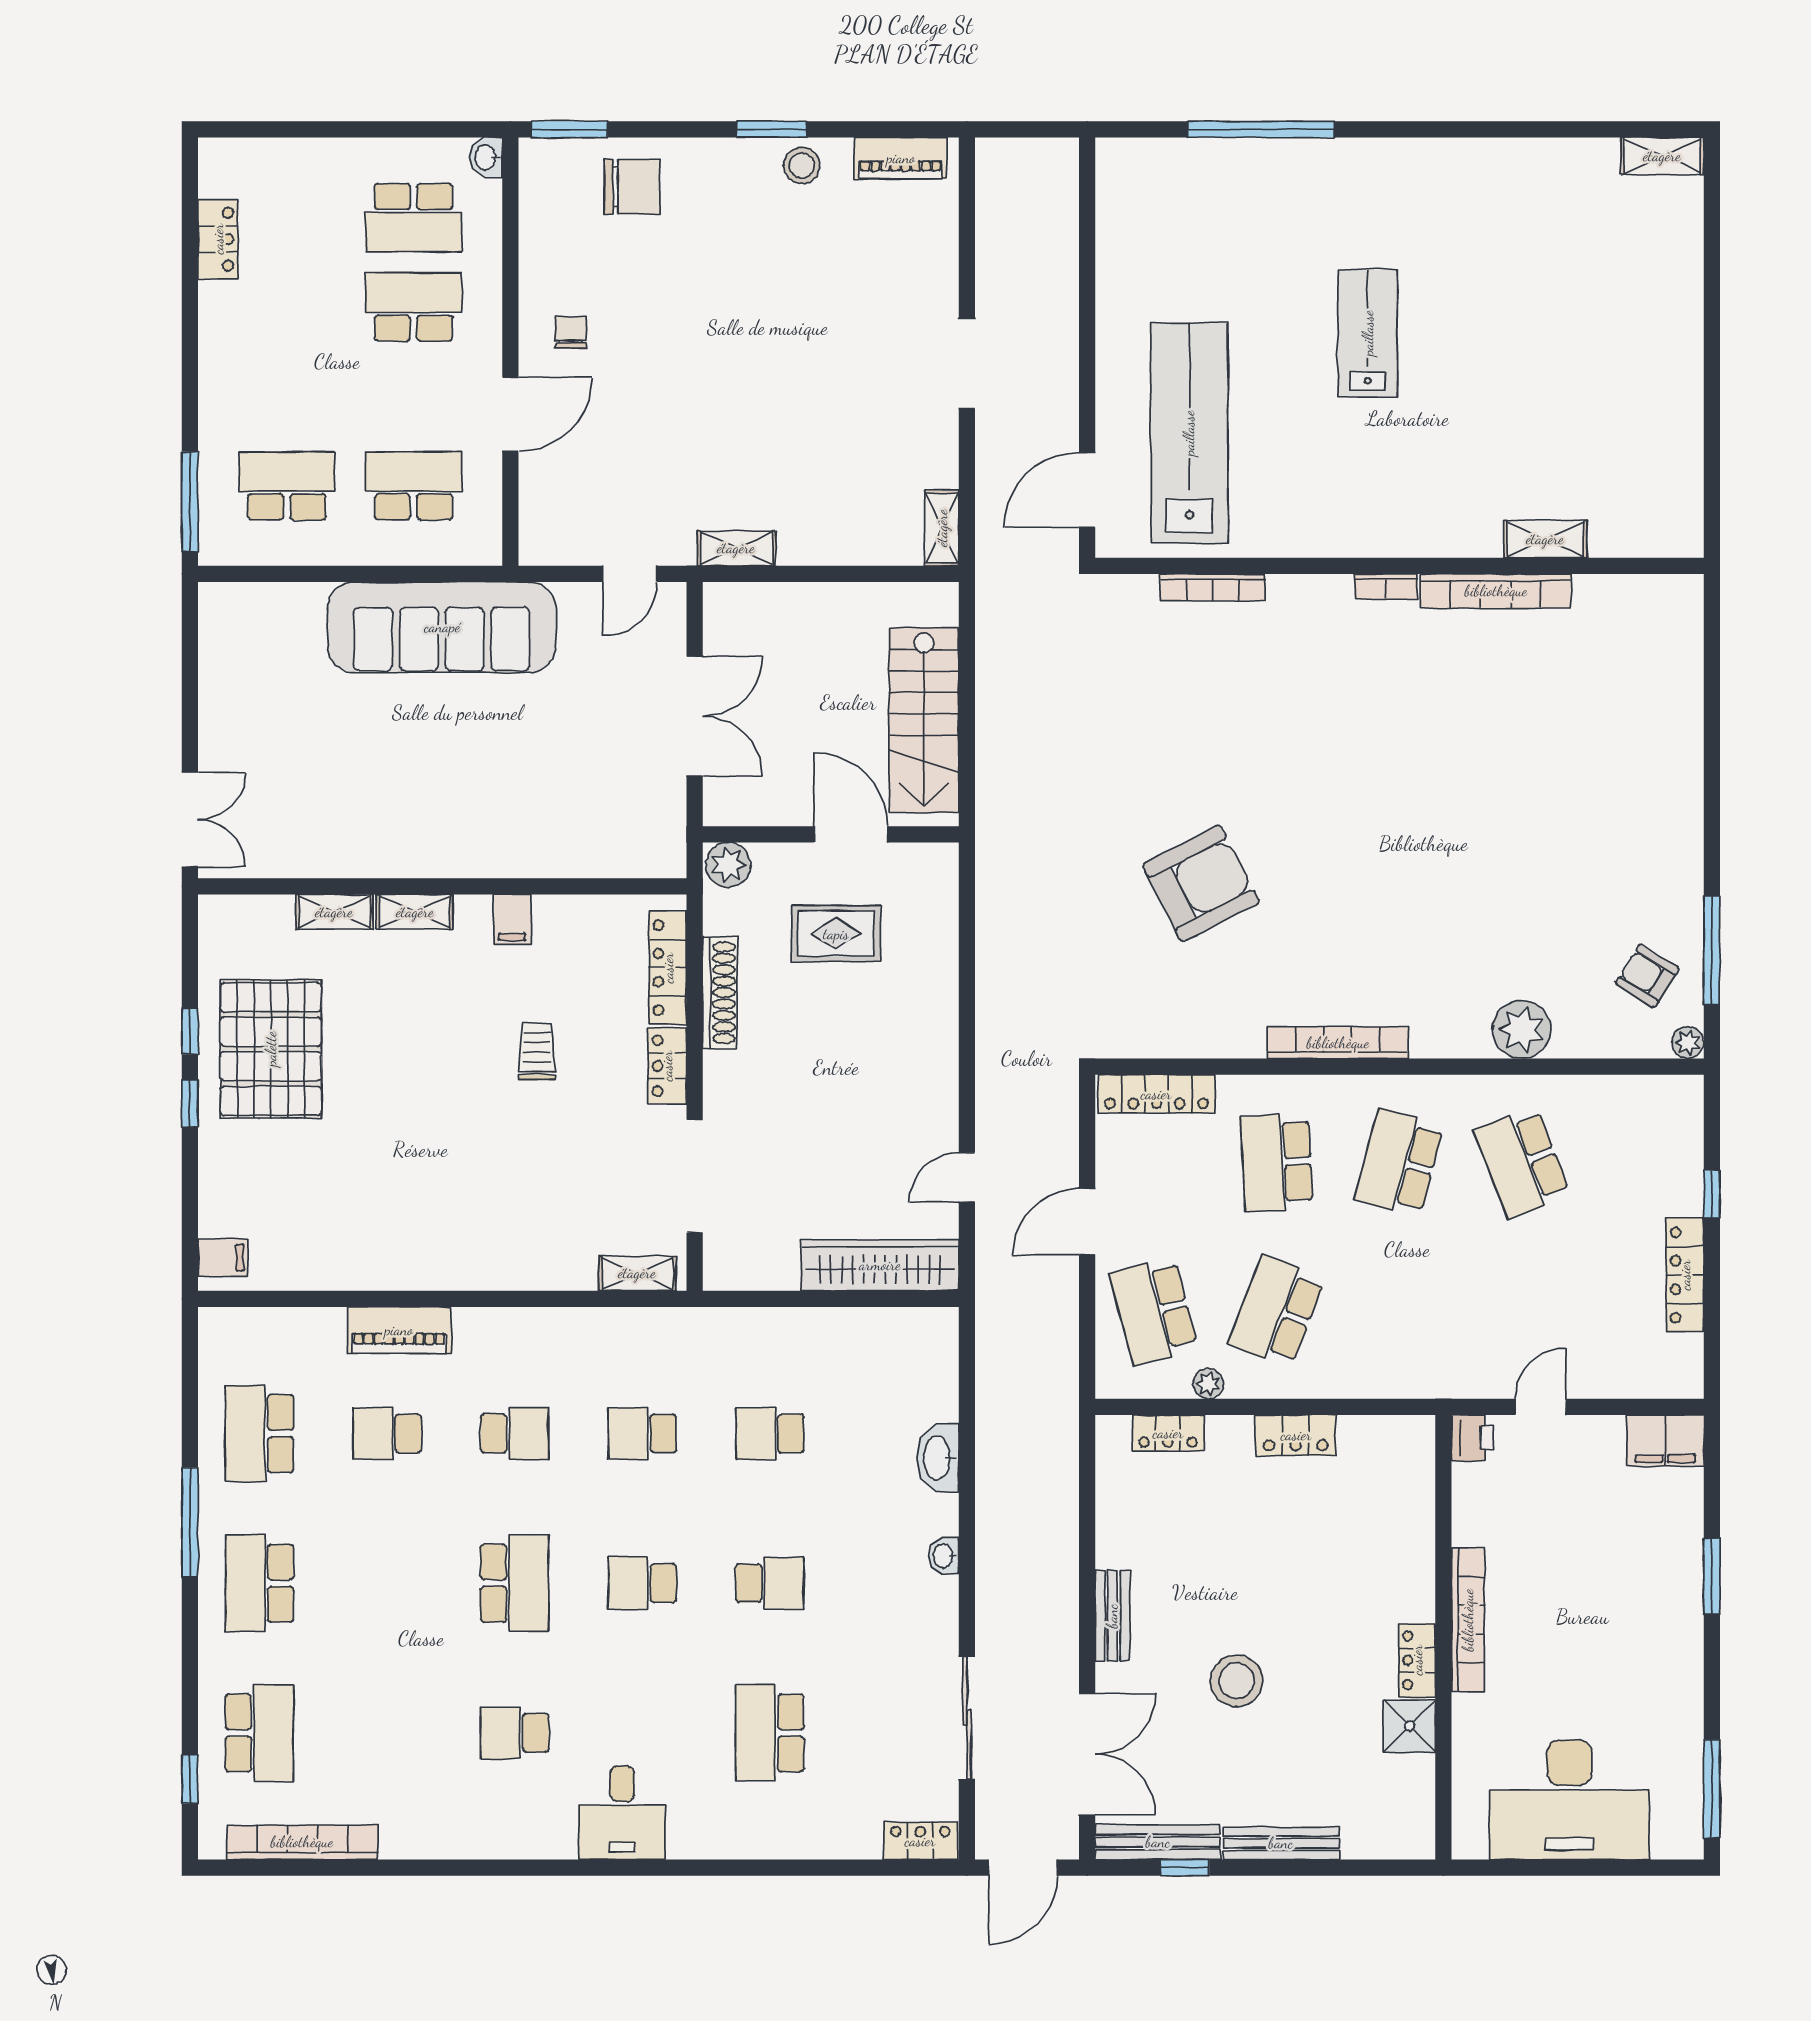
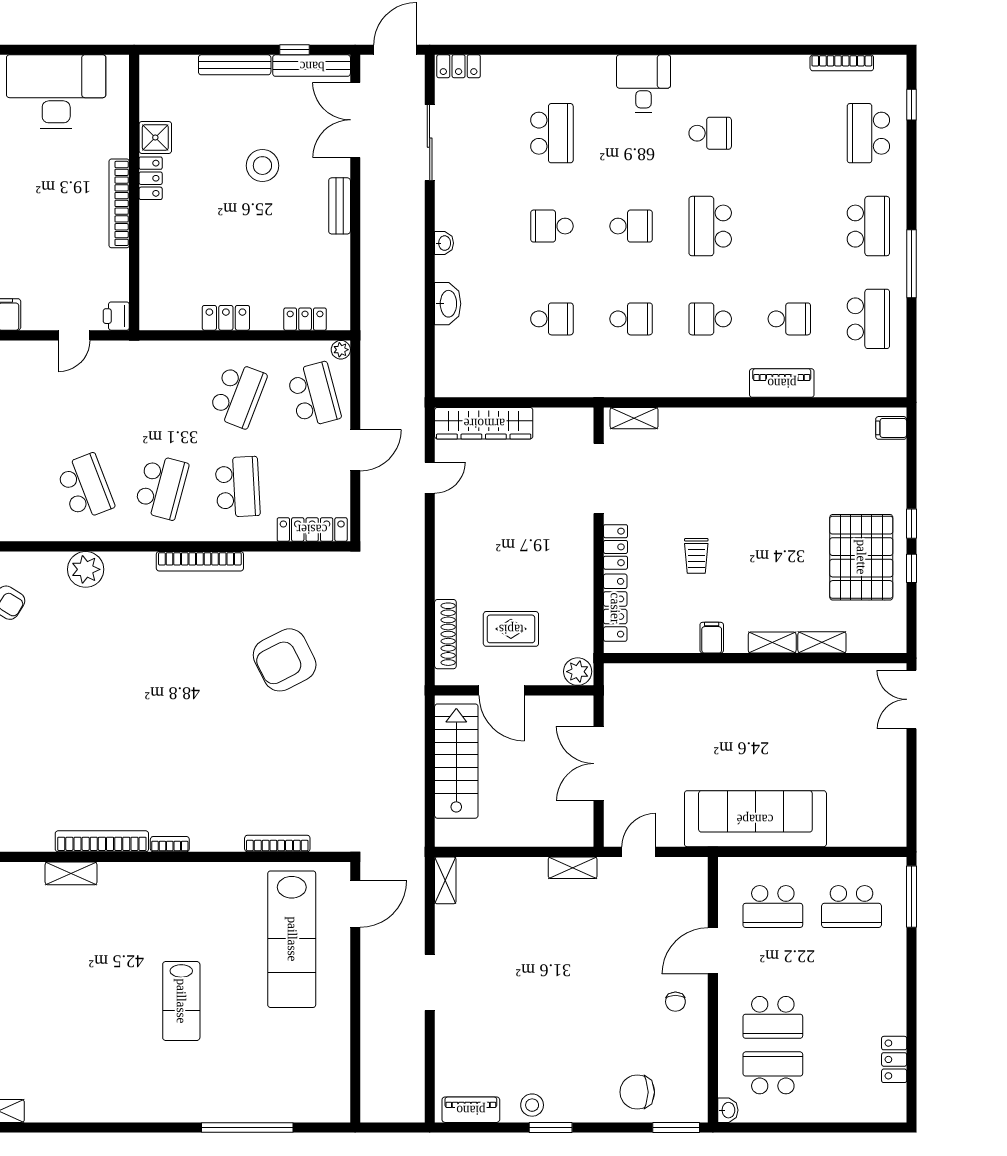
shoe rack: (720, 993) -> (445, 634), moved, turned 180
plant: (1208, 1384) -> (341, 350), moved
bookcase: (302, 1842) -> (842, 63), width x0.68, depth x0.76

